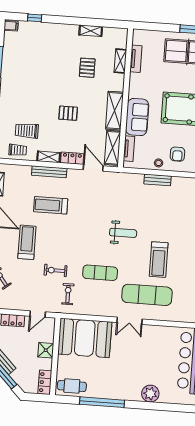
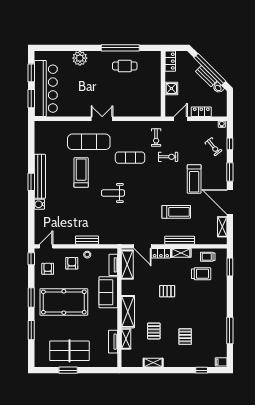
pallet: (51, 59) -> (185, 337), added
shelving: (114, 111) -> (128, 312), moved
booth: (85, 338) -> (139, 101), removed
cafe table: (72, 386) -> (125, 66), moved

